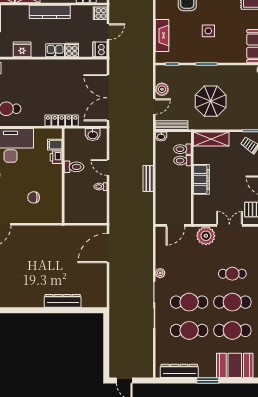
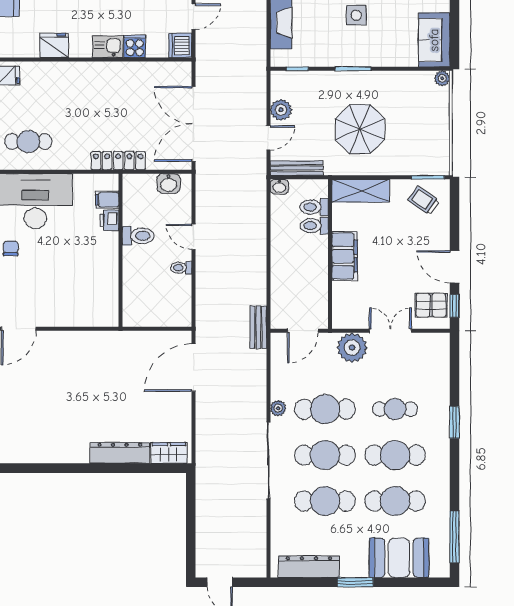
bench: (148, 179) -> (258, 327), moved
chair: (34, 197) -> (73, 285), removed
cafe table: (189, 274) -> (325, 409), added
wardrobe: (93, 301) -> (169, 453), added

